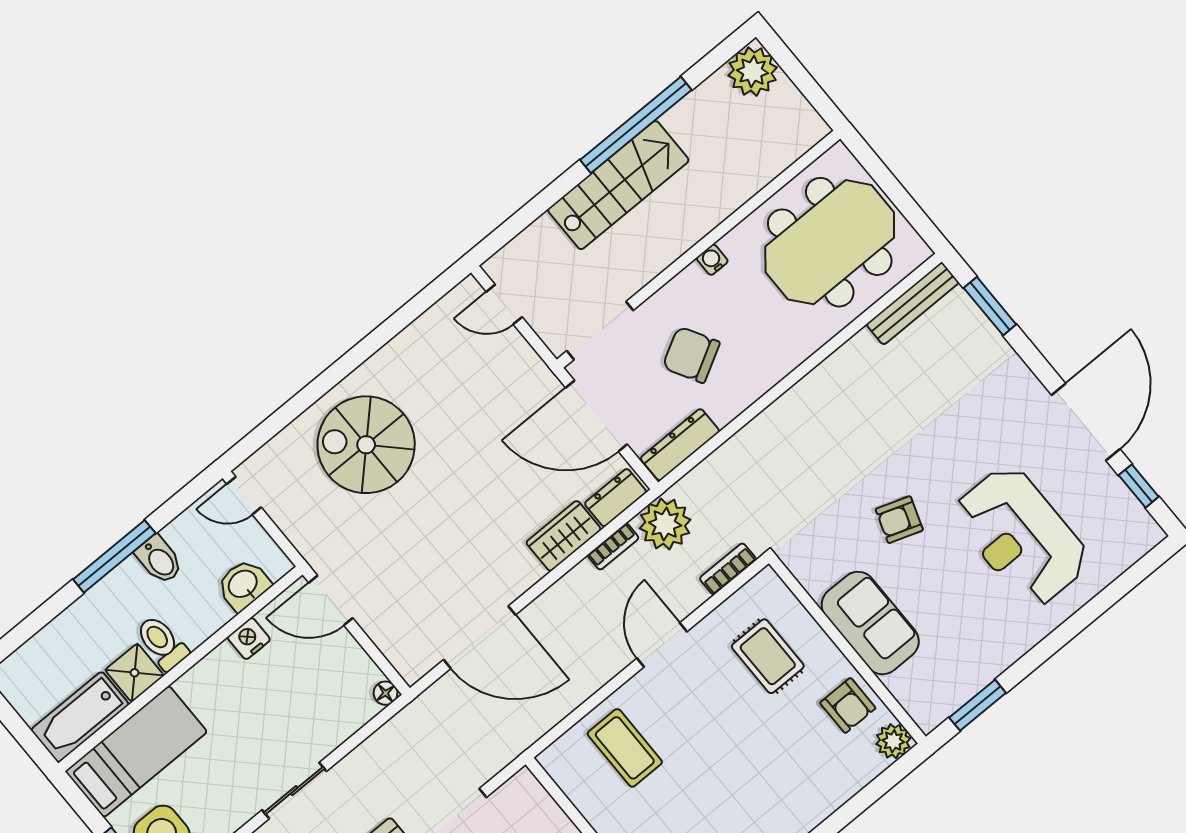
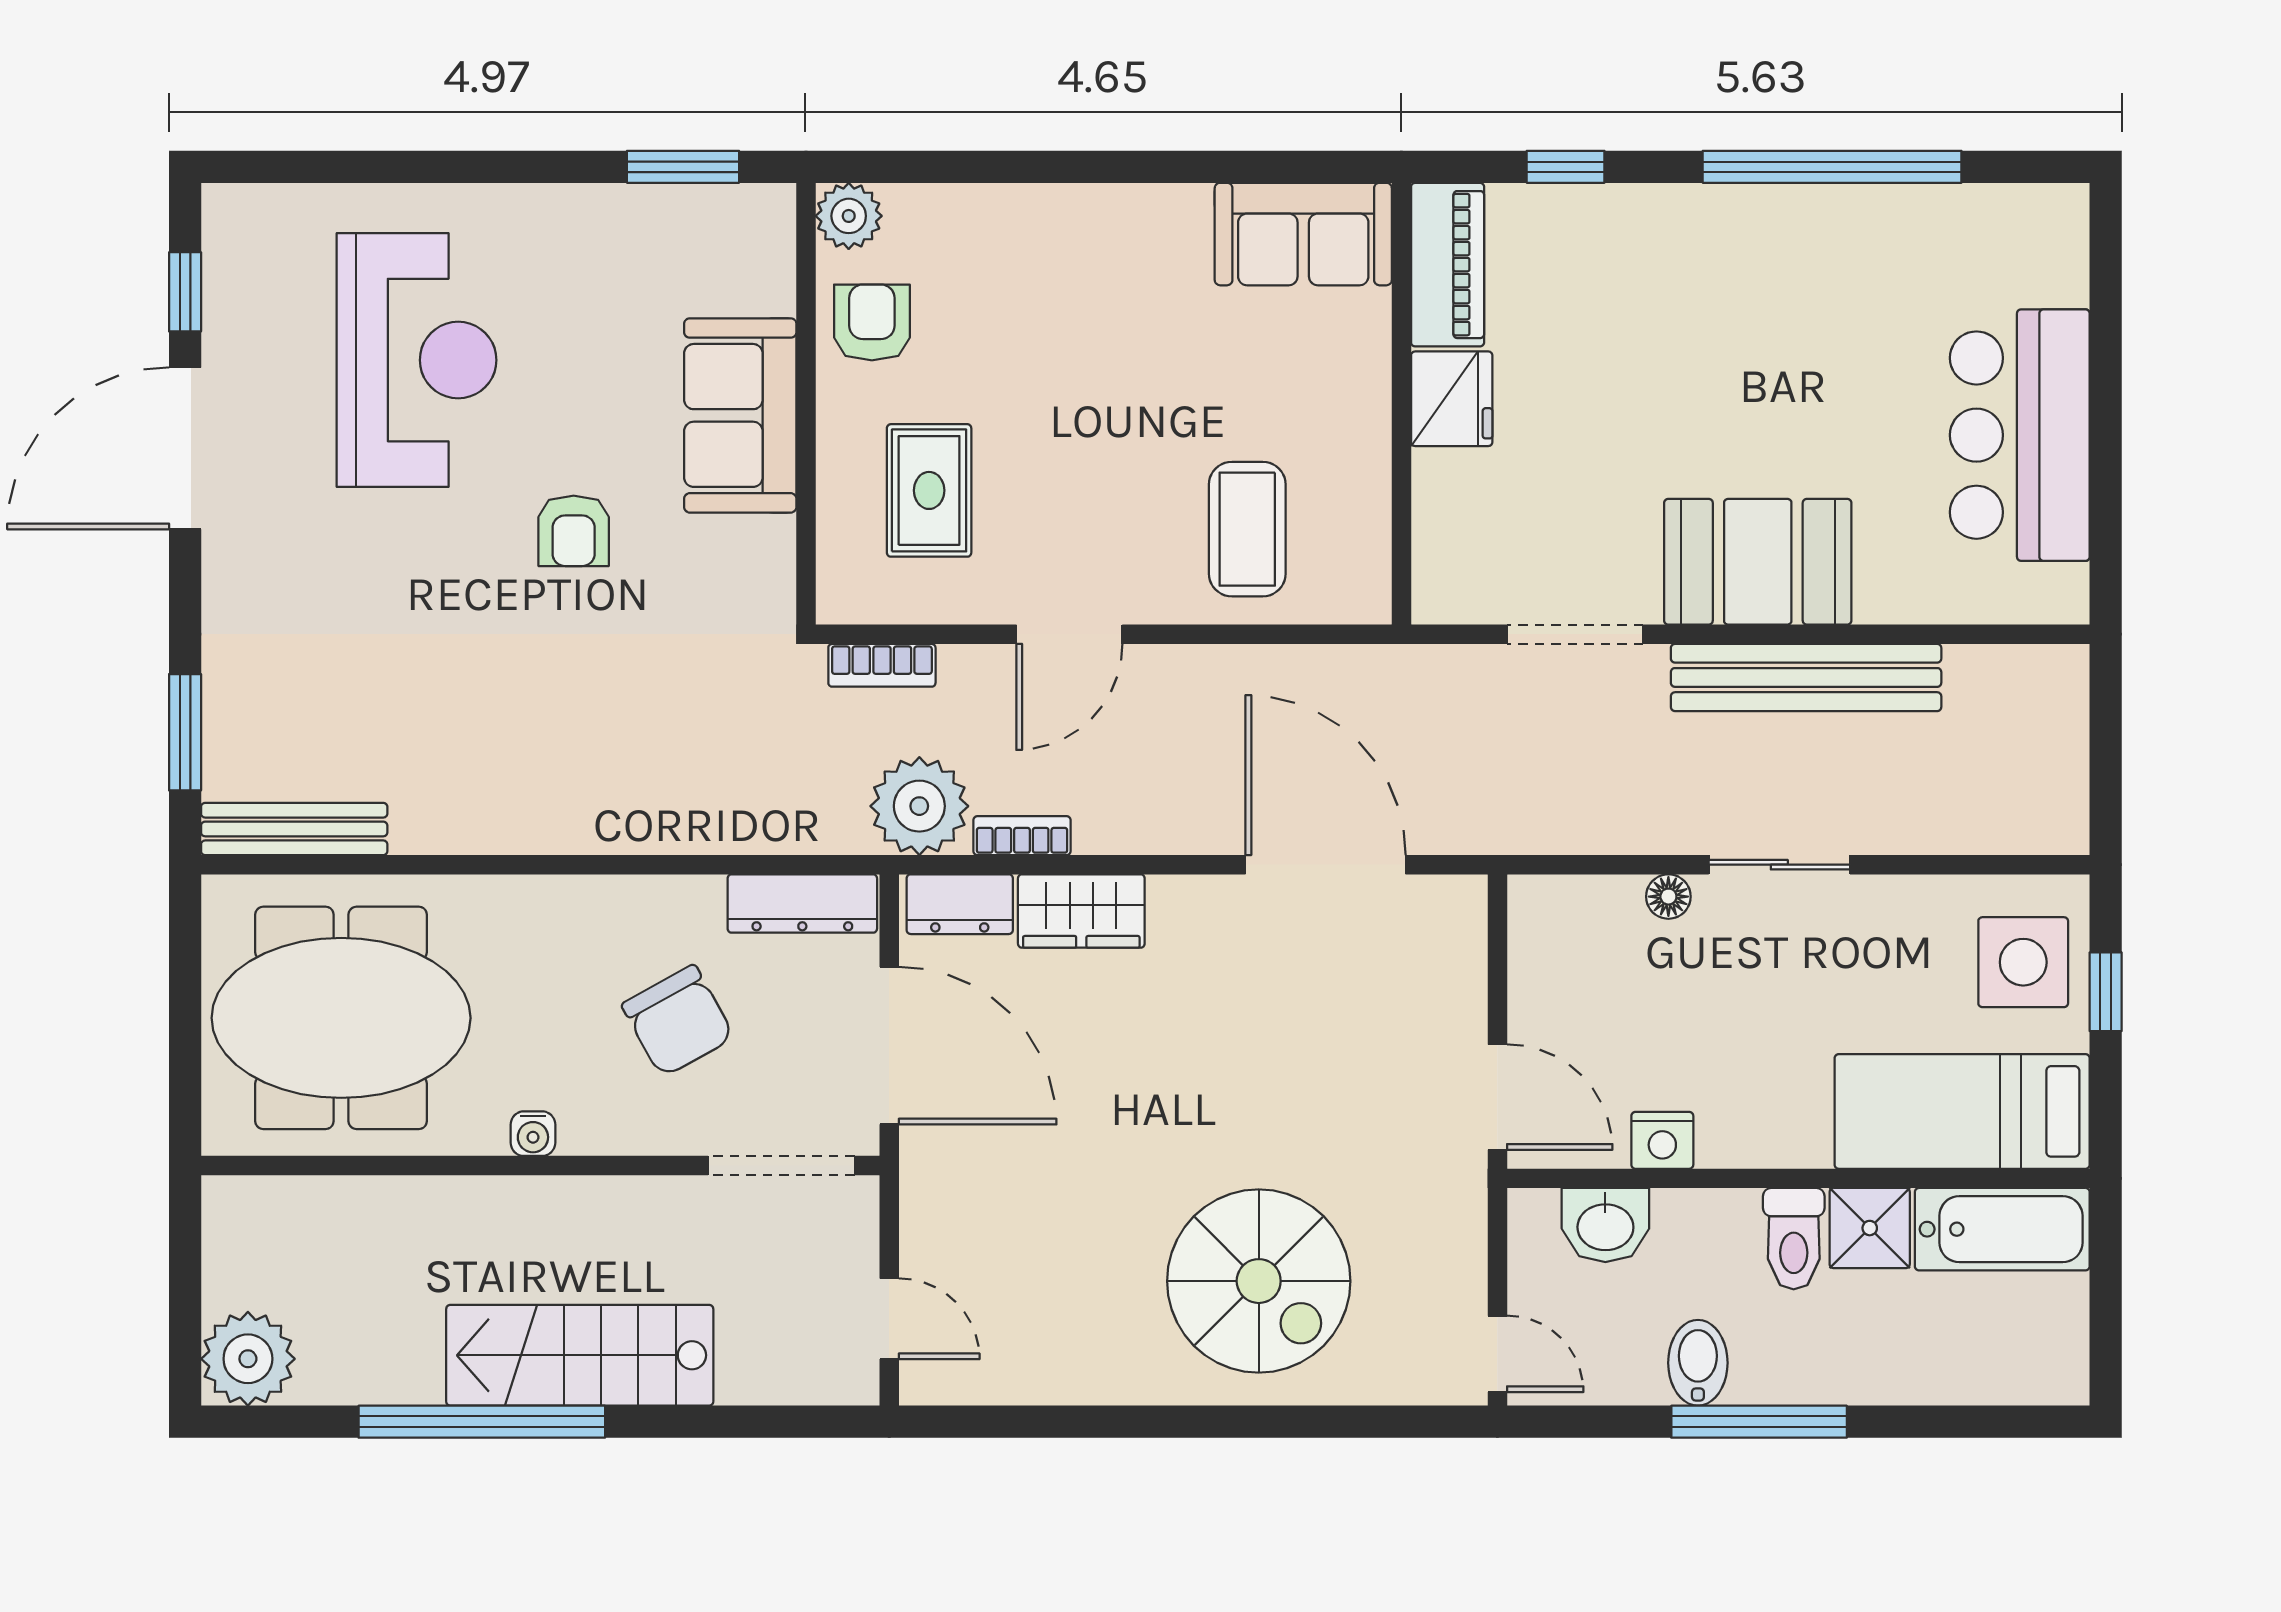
armchair: (899, 520) -> (574, 531), turned 71
floor lamp: (386, 693) -> (1668, 897), moved

